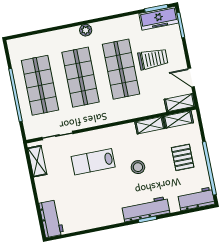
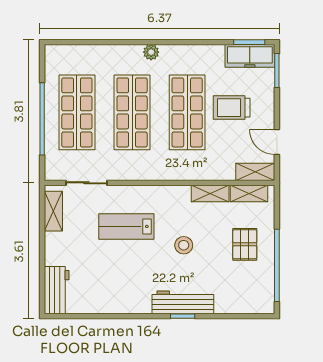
trolley: (153, 59) -> (232, 108), turned 180
workbench: (196, 199) -> (252, 302), removed

